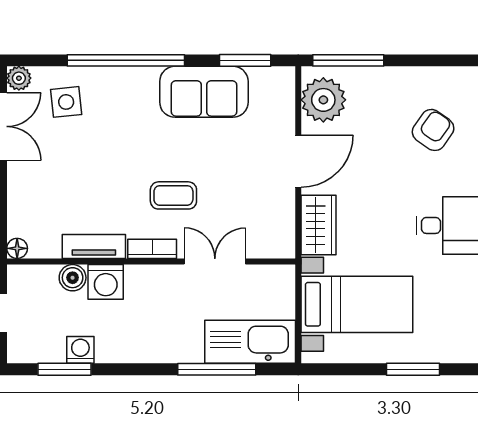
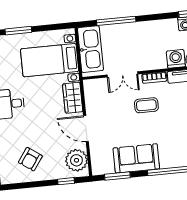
window: (348, 60) -> (66, 181), width x0.46
armchair: (433, 130) -> (30, 159), moved
door: (298, 161) -> (86, 129), hinge flipped
kitchen sink: (250, 342) -> (90, 49), moved, turned -90

